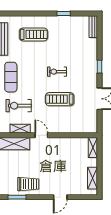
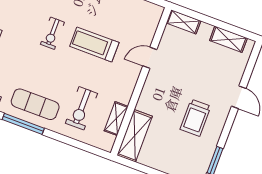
treadmill: (60, 99) -> (94, 44), turned 90
door: (41, 135) -> (150, 58), moved
trolley: (28, 184) -> (195, 118), moved, turned 180

